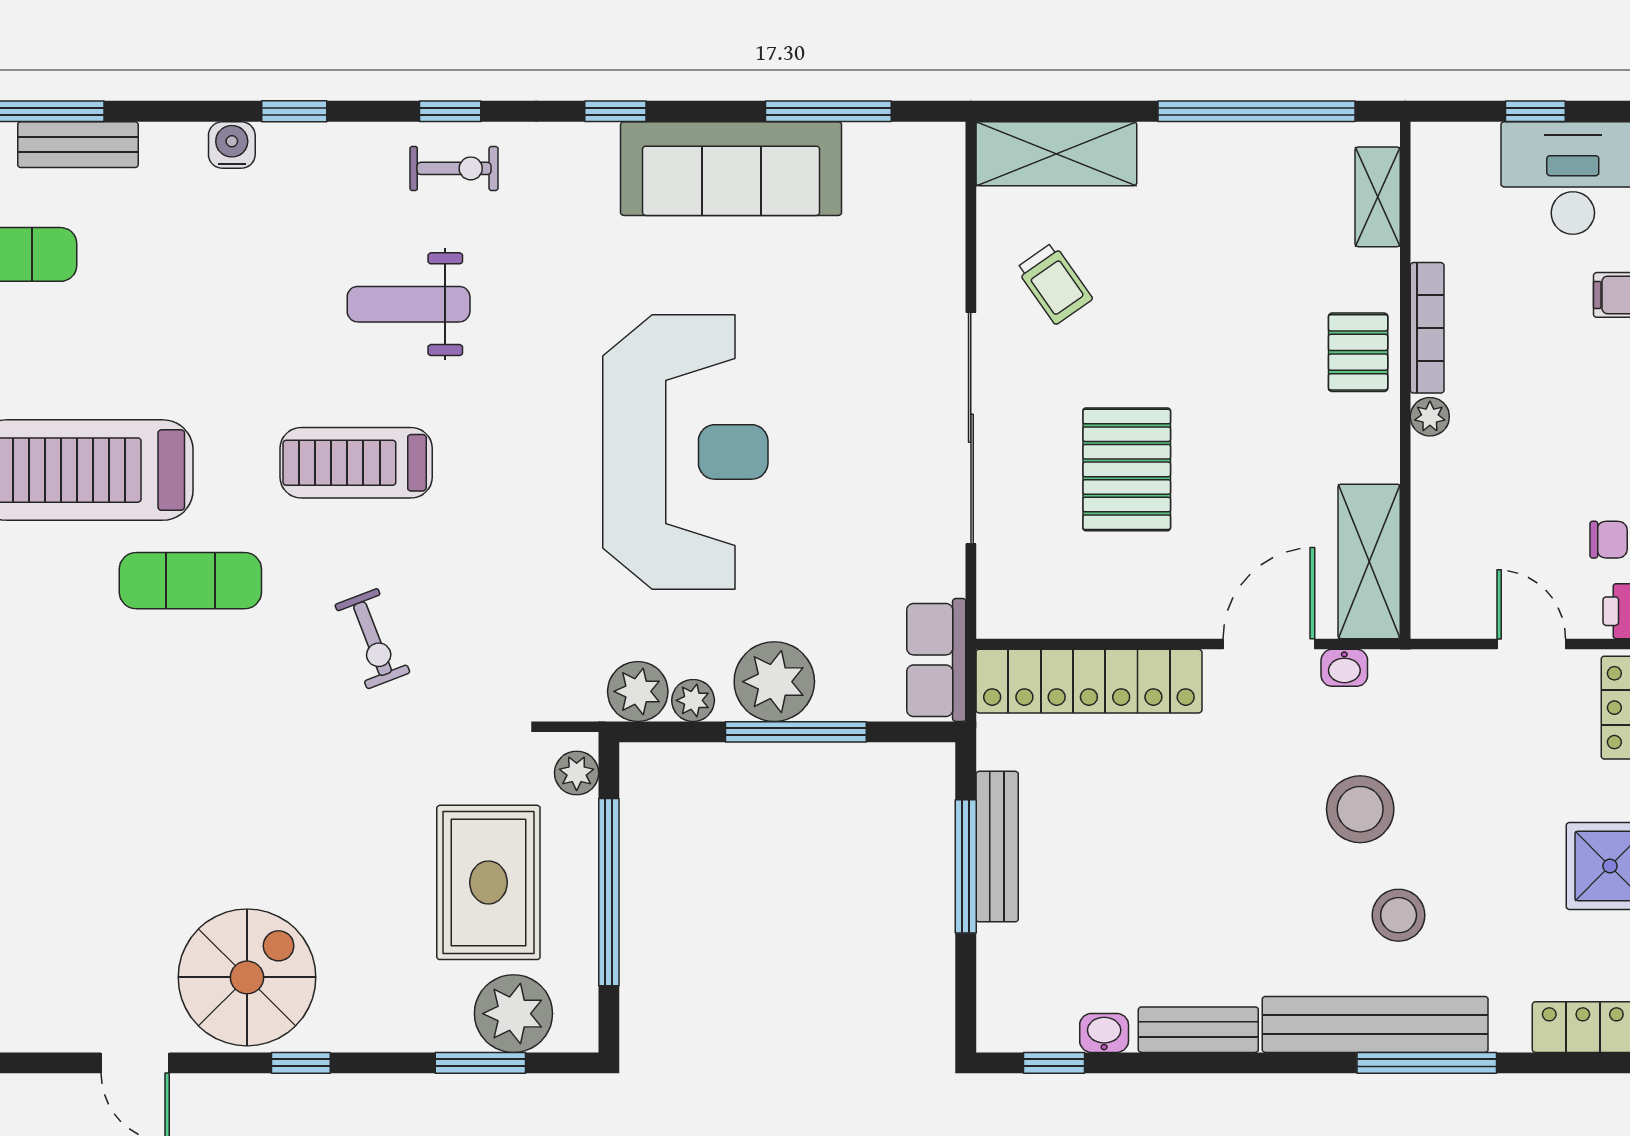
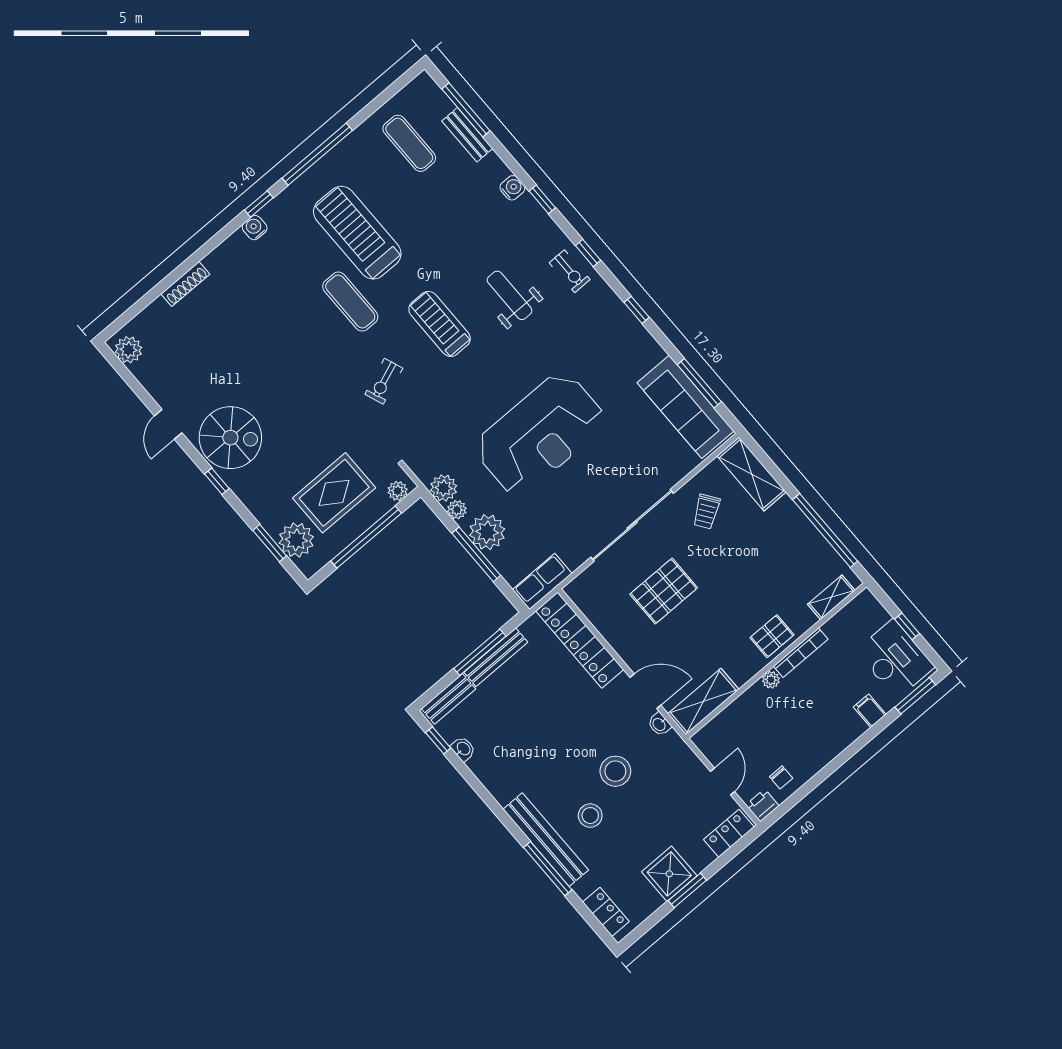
sofa: (731, 169) -> (685, 407), moved
bench: (1198, 1030) -> (448, 699), moved, turned 90

